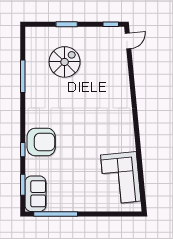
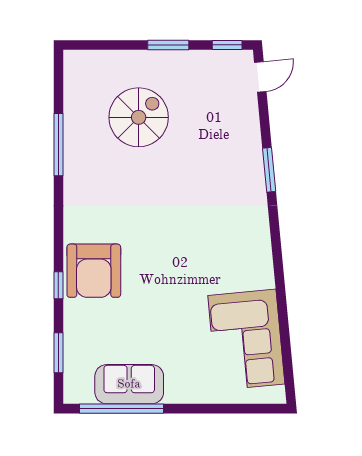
window: (67, 24) -> (168, 45), moved
window: (133, 89) -> (269, 170), added
armchair: (41, 142) -> (94, 271), turned 90
sofa: (35, 194) -> (129, 384), moved, turned -90

